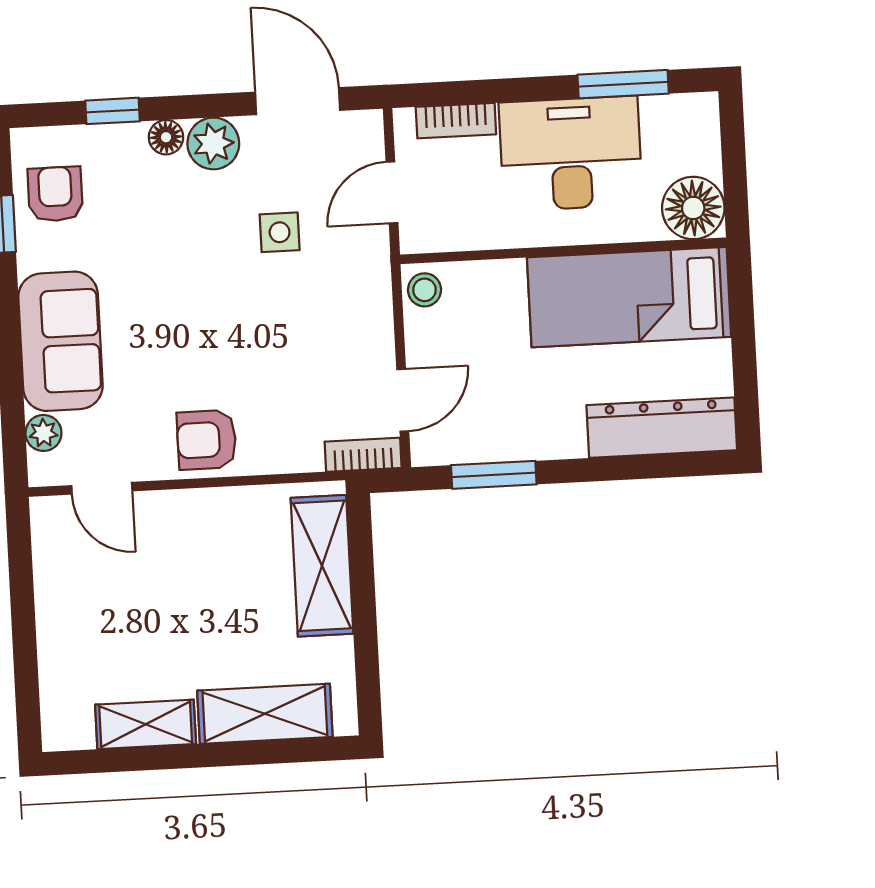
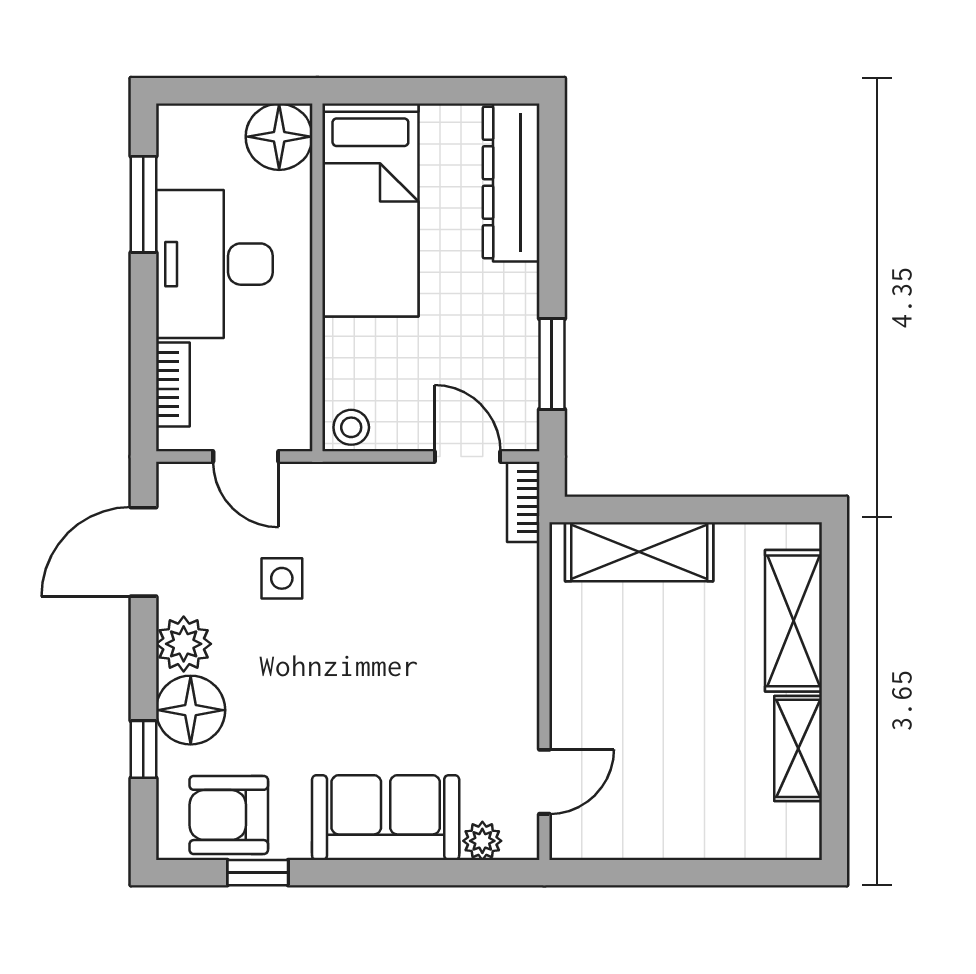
floor lamp: (166, 137) -> (191, 710), width x1.89, depth x1.89
armchair: (55, 194) -> (229, 815), width x1.38, depth x1.38
armchair: (207, 440) -> (499, 668), removed

